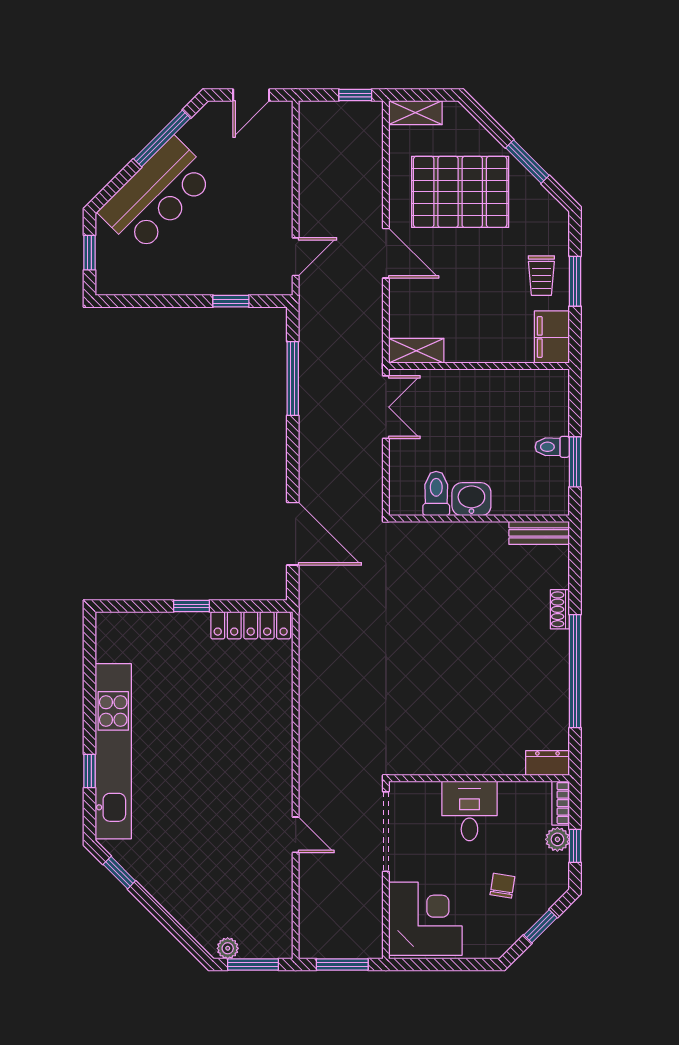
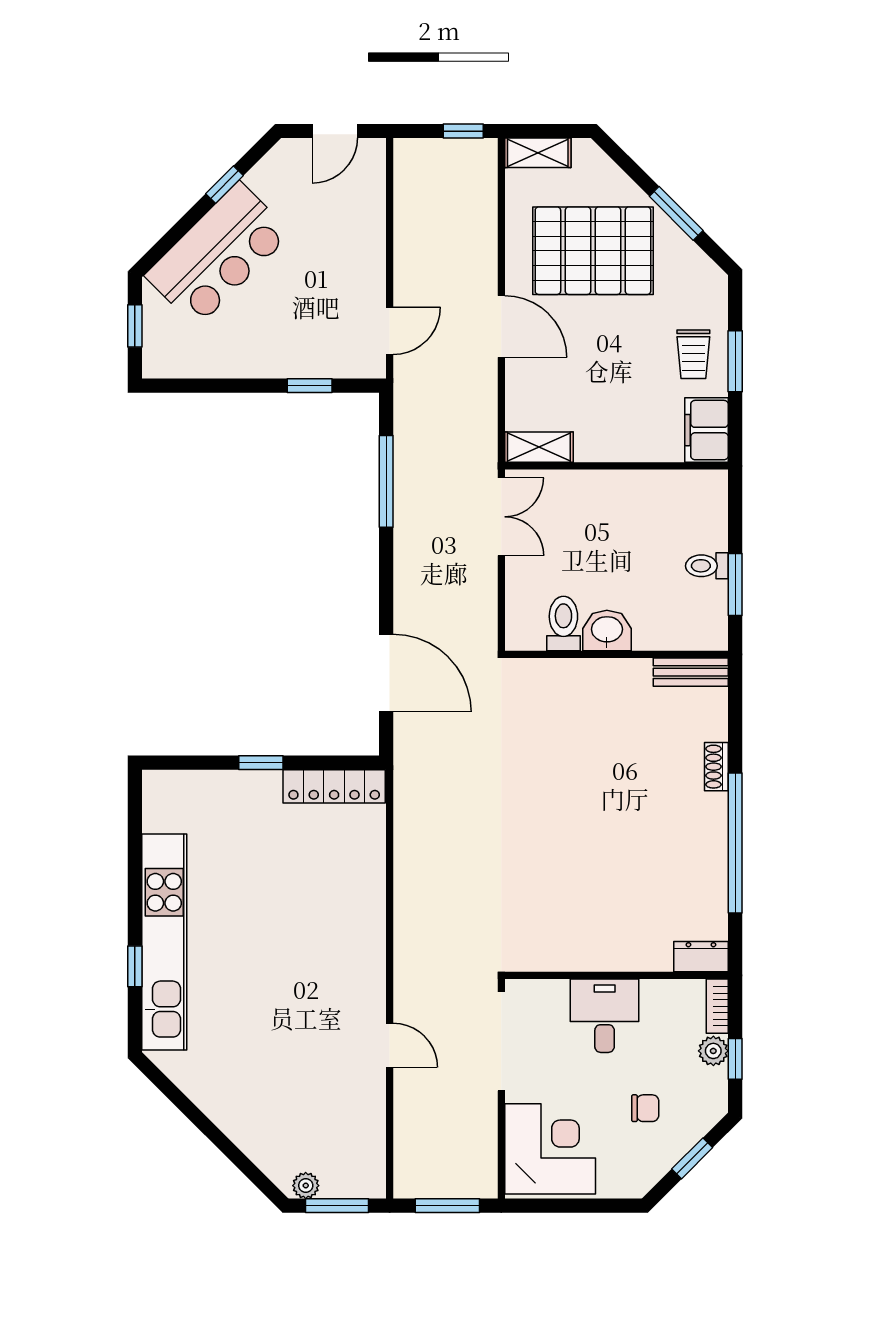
window: (162, 138) -> (225, 185), width x0.46
window: (119, 873) -> (172, 1092), removed
chair: (502, 886) -> (645, 1108), turned 81

